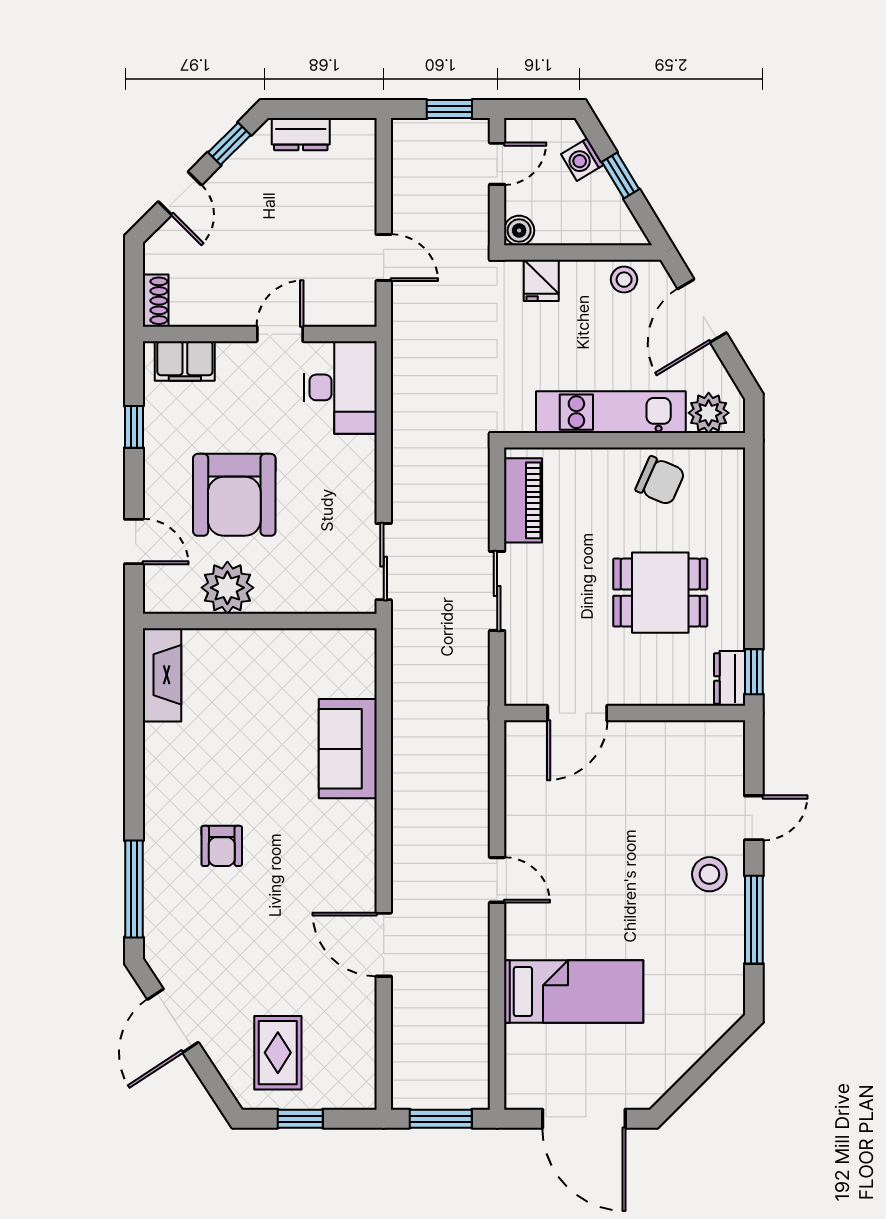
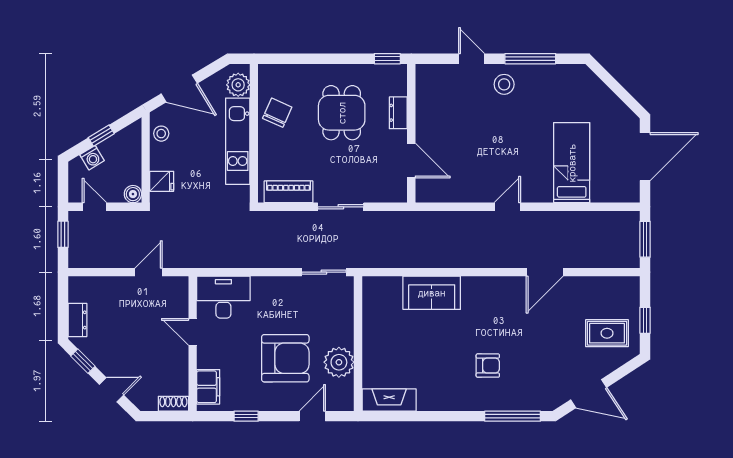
dresser: (730, 678) -> (398, 113), moved, turned 90

